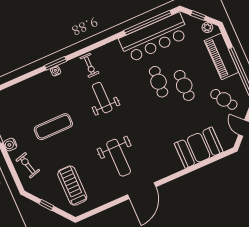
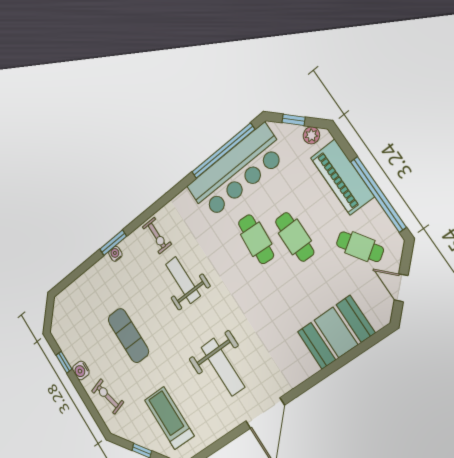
exercise mat: (53, 127) -> (128, 336), turned 90

